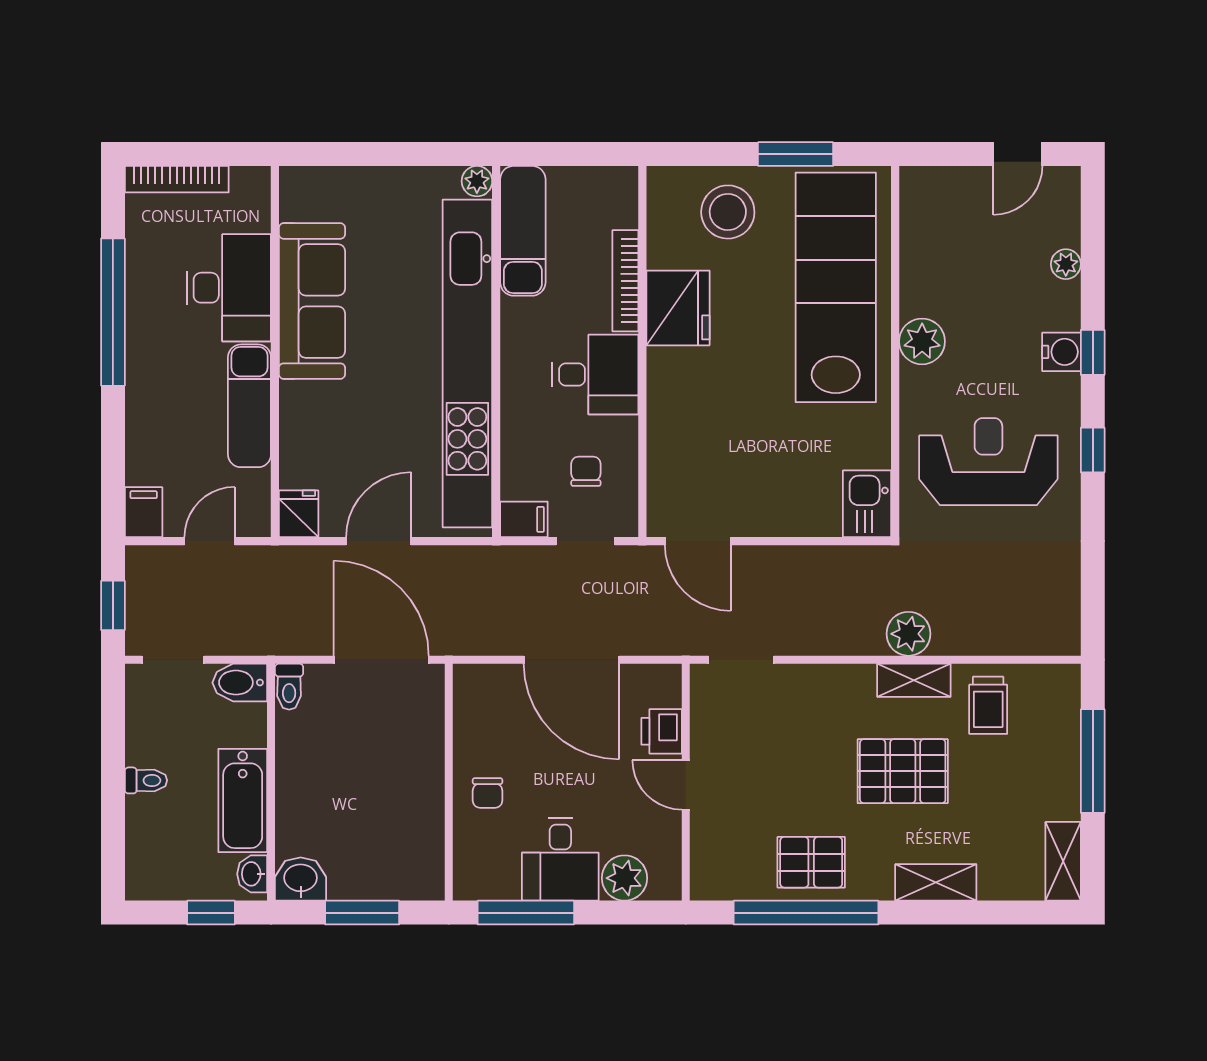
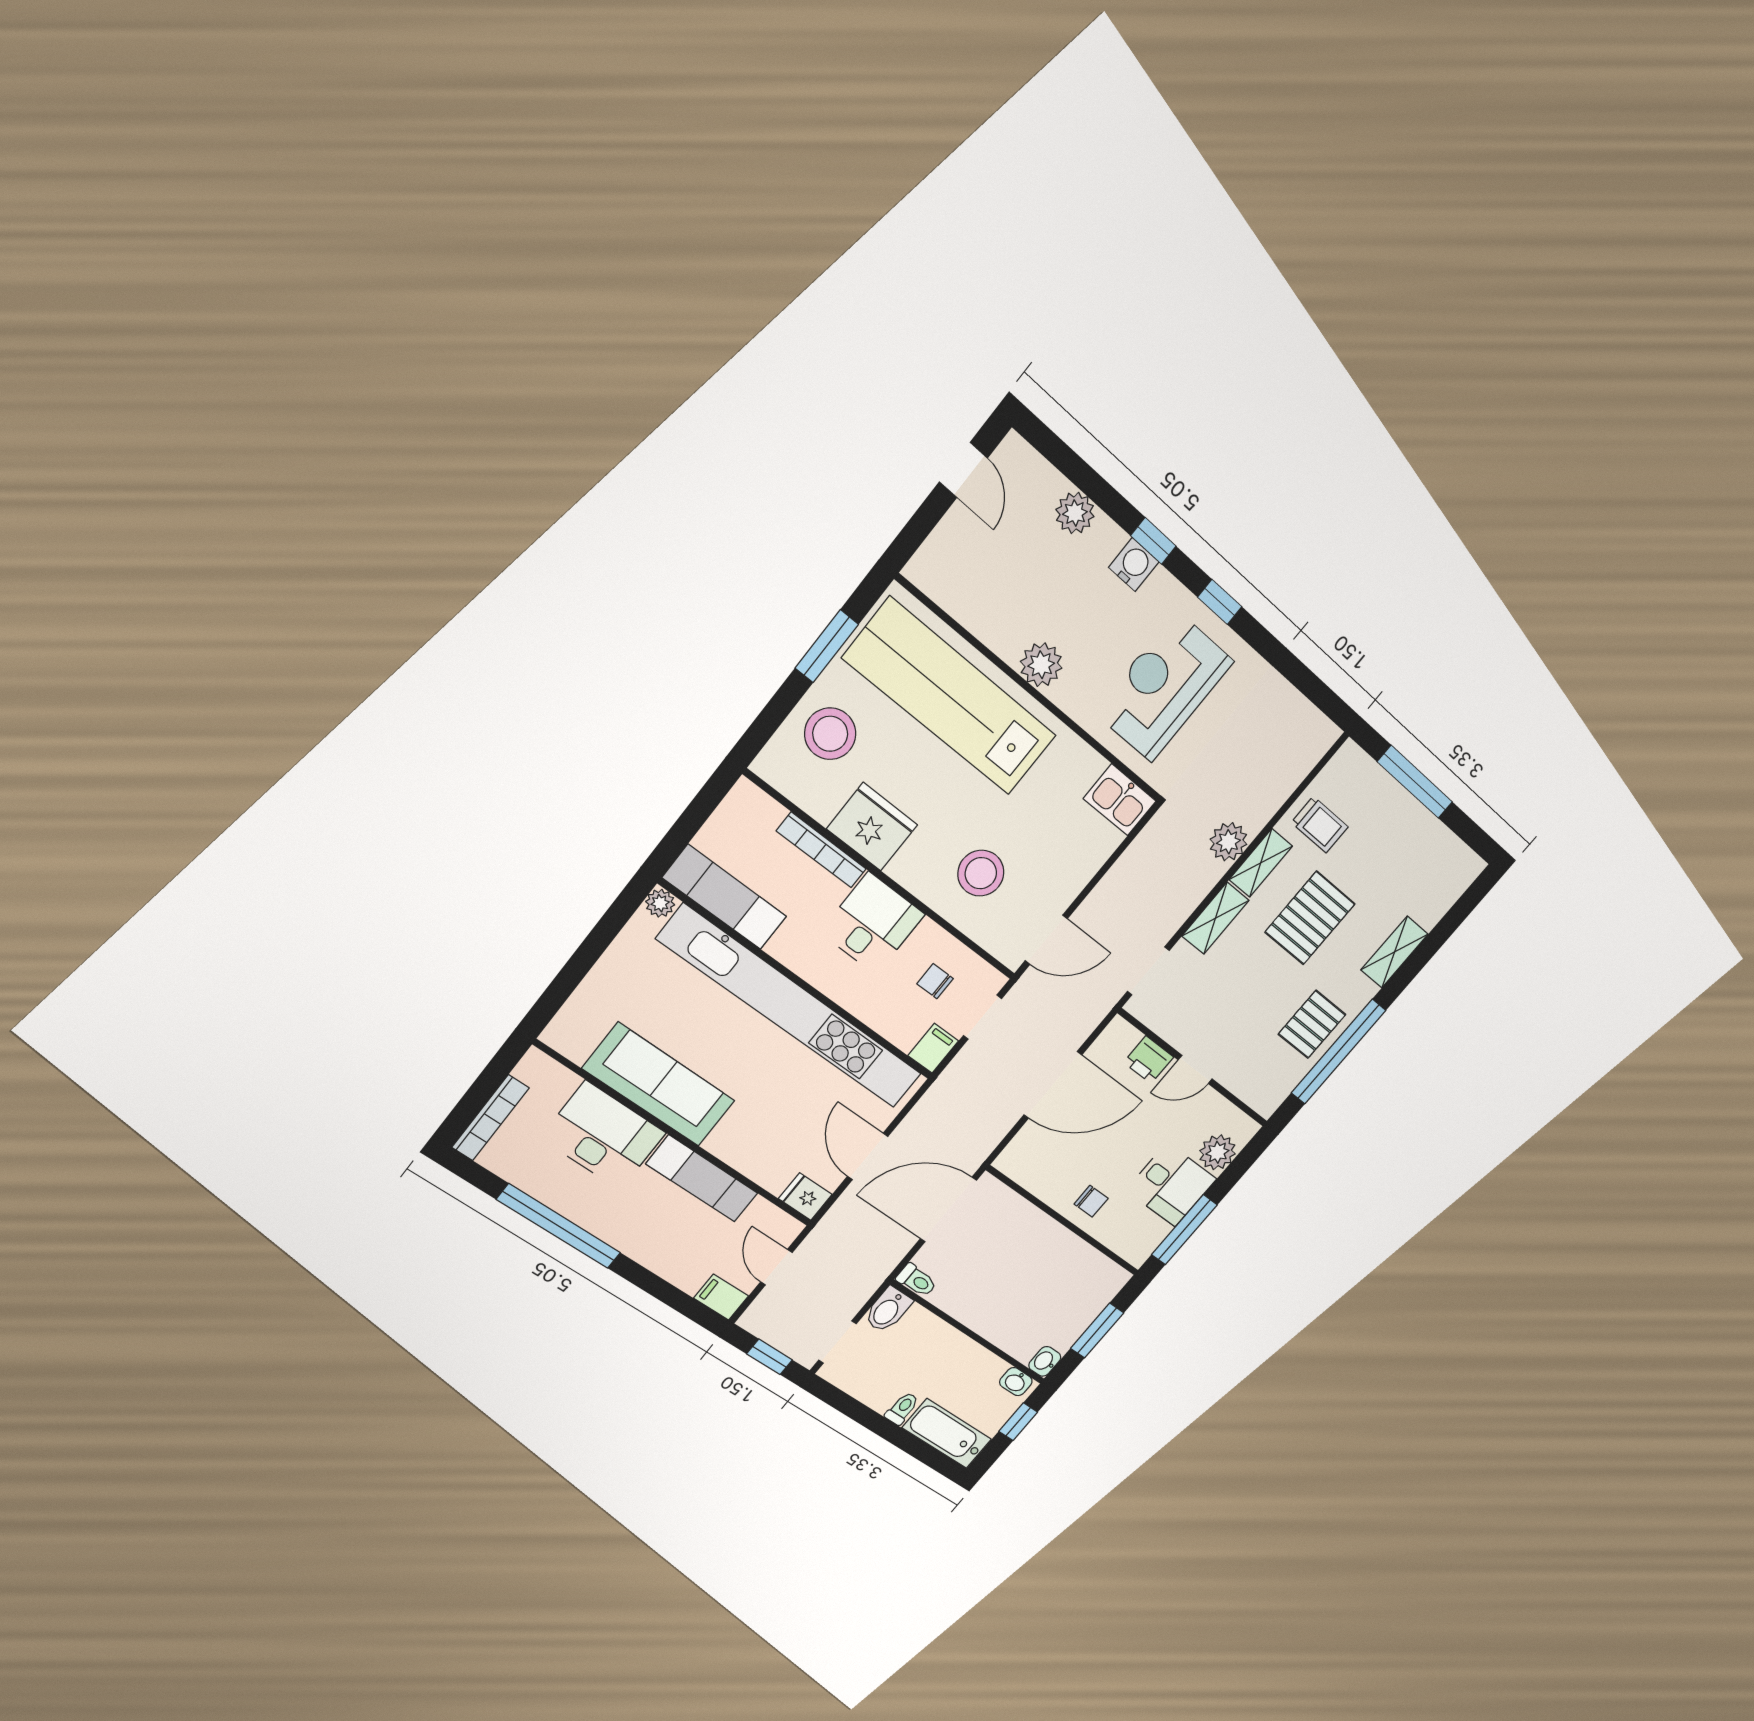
plant: (1066, 264) -> (1075, 513), width x1.38, depth x1.38
stool: (711, 434) -> (981, 873), added
bathtub: (243, 801) -> (947, 1433), moved, turned 180
shelving: (1063, 861) -> (1215, 918), moved, turned 90
washbasin: (301, 879) -> (1045, 1361), width x0.72, depth x0.69

